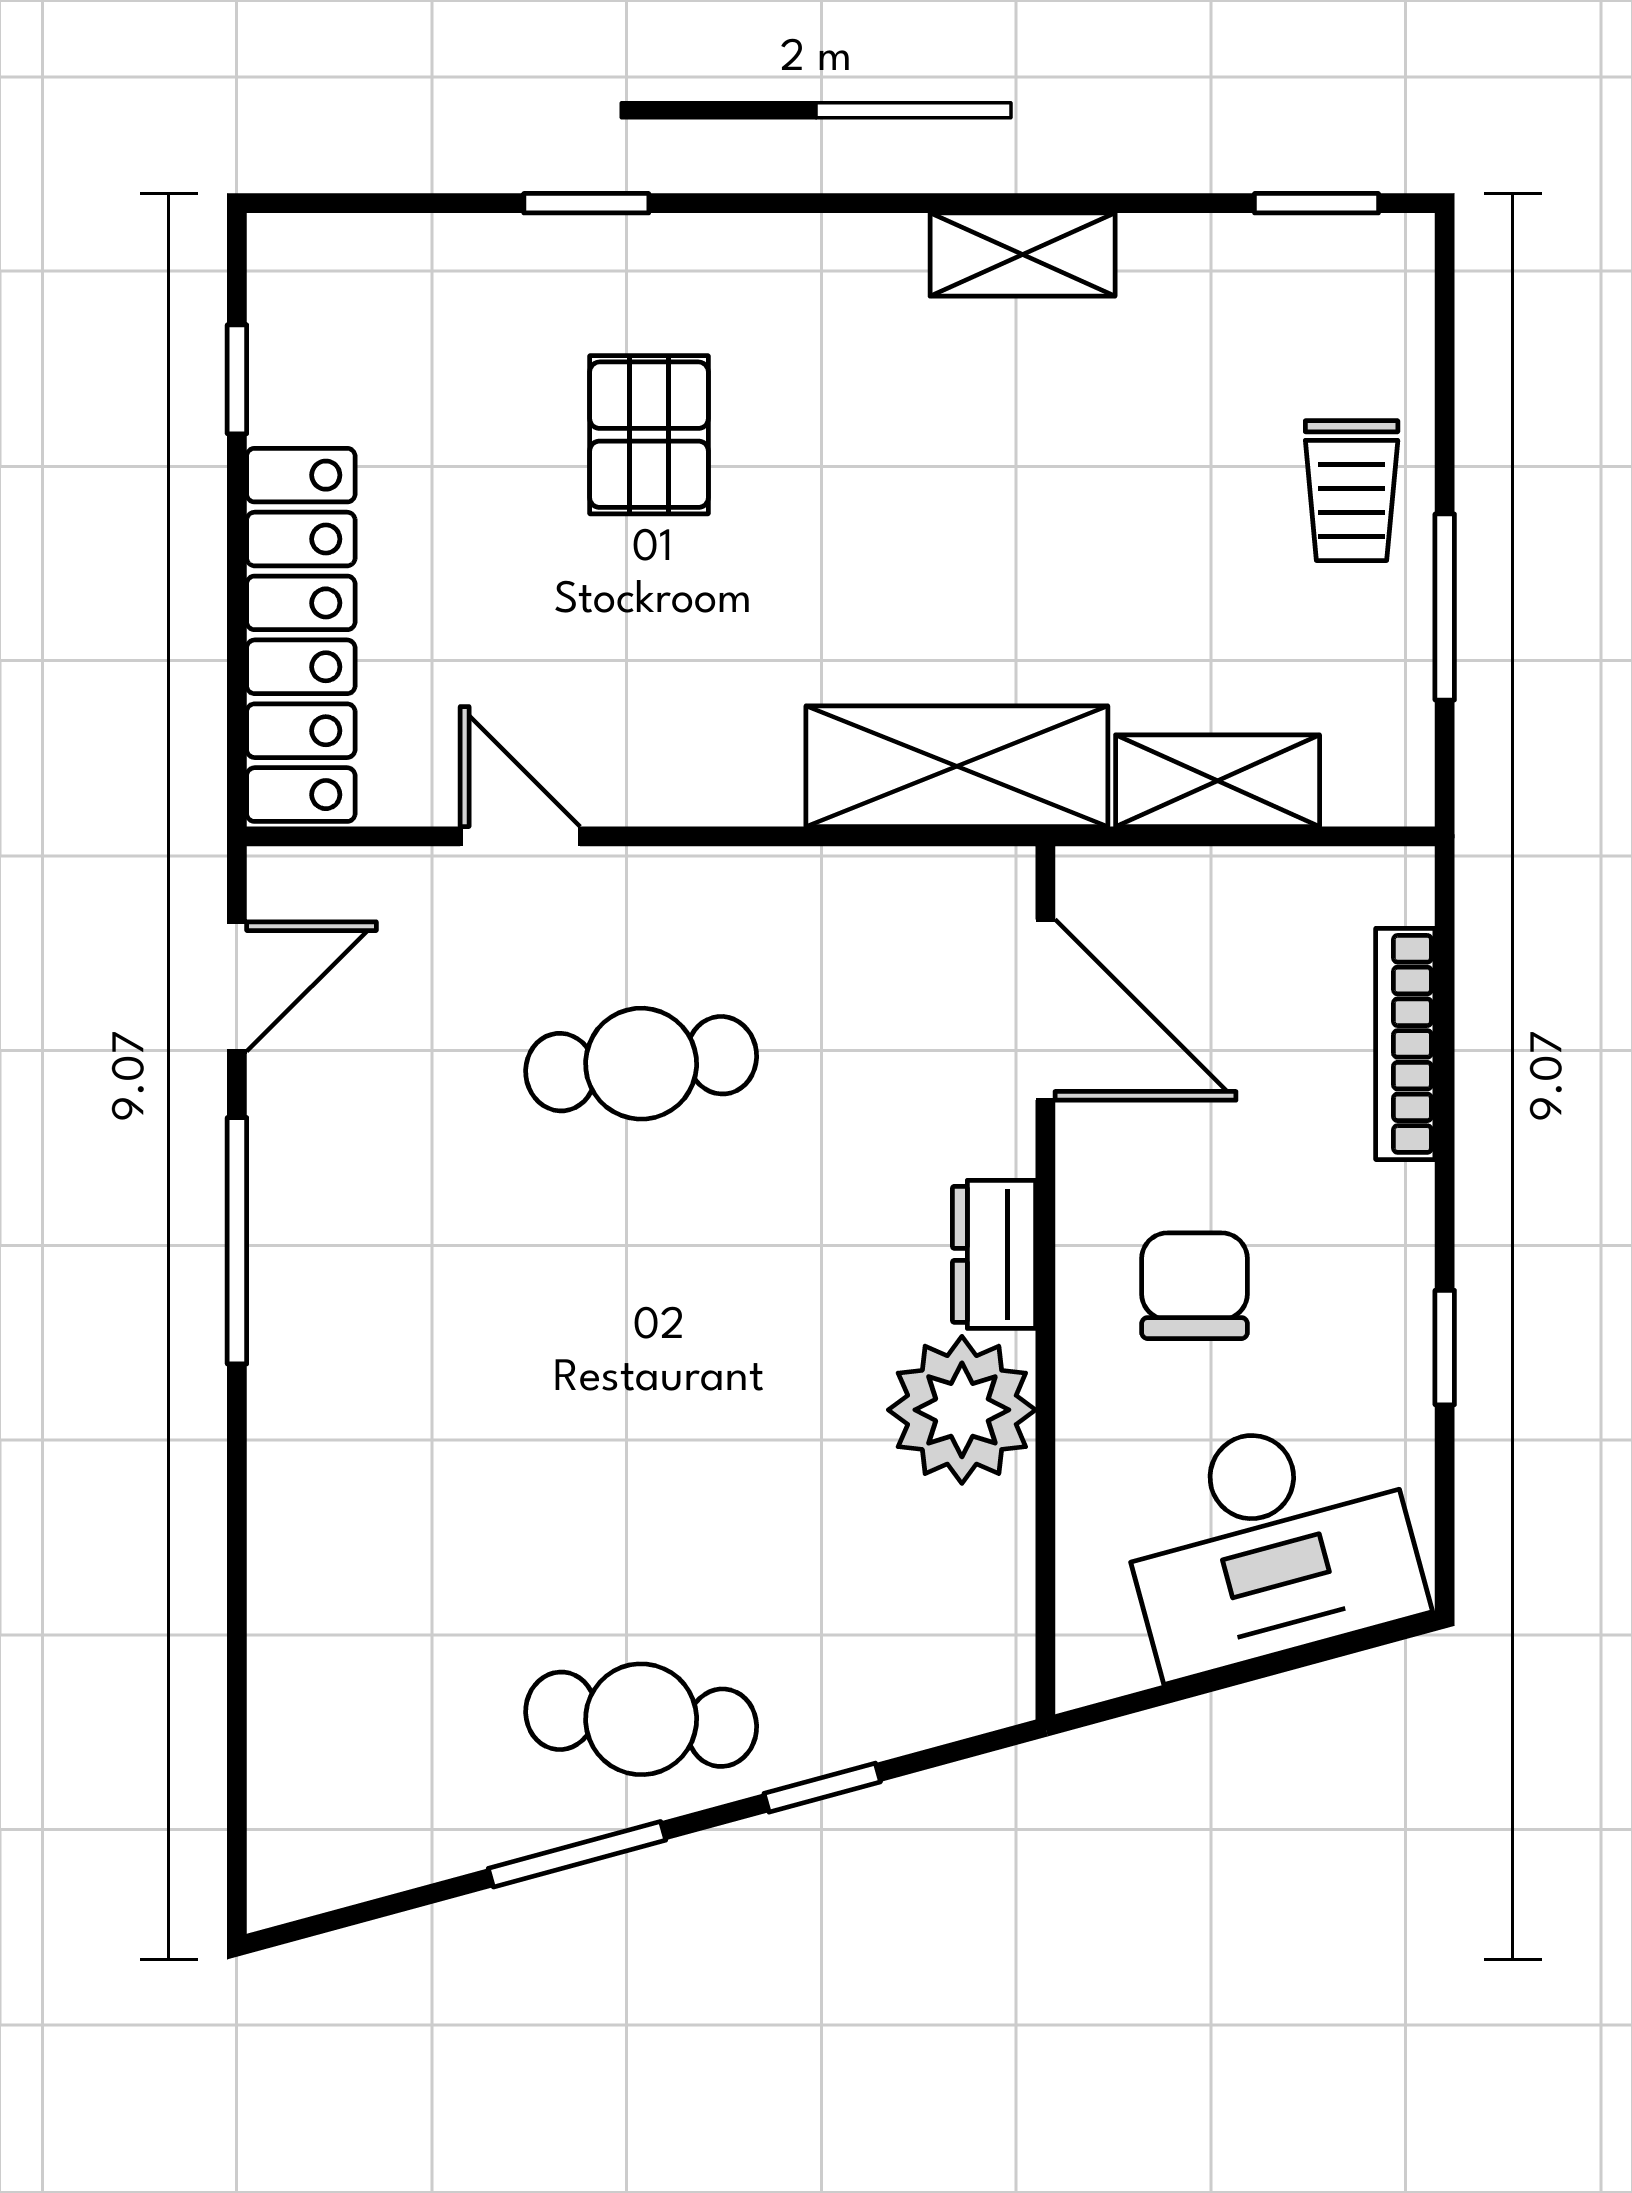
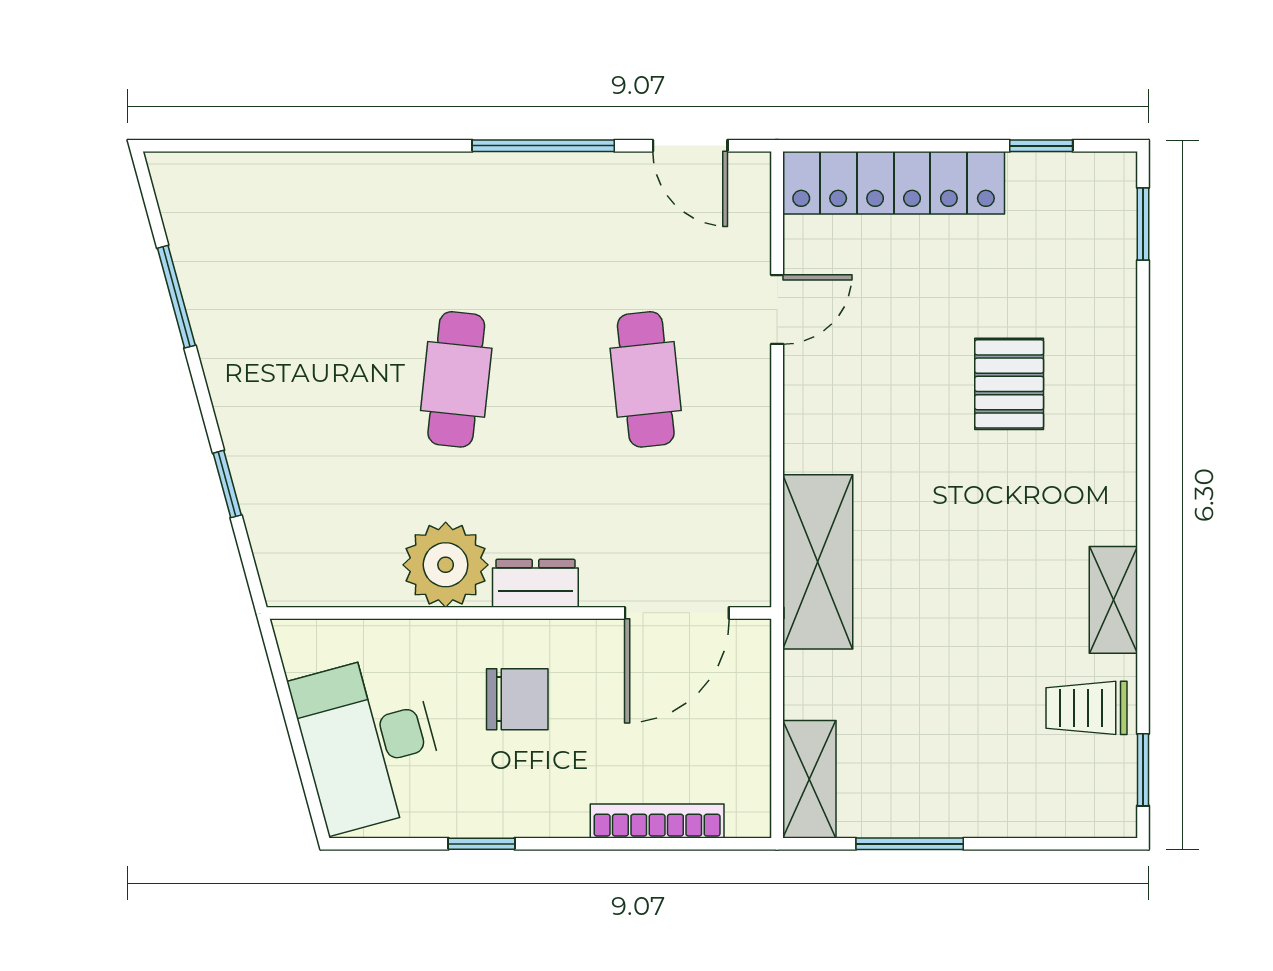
window: (586, 203) -> (1143, 224), moved
pallet: (649, 435) -> (1009, 384), turned 90
trolley: (1352, 491) -> (1087, 708), moved
shelving: (1218, 781) -> (809, 779), moved
cafe table: (641, 1719) -> (456, 379), moved
window: (577, 1854) -> (176, 297), moved

